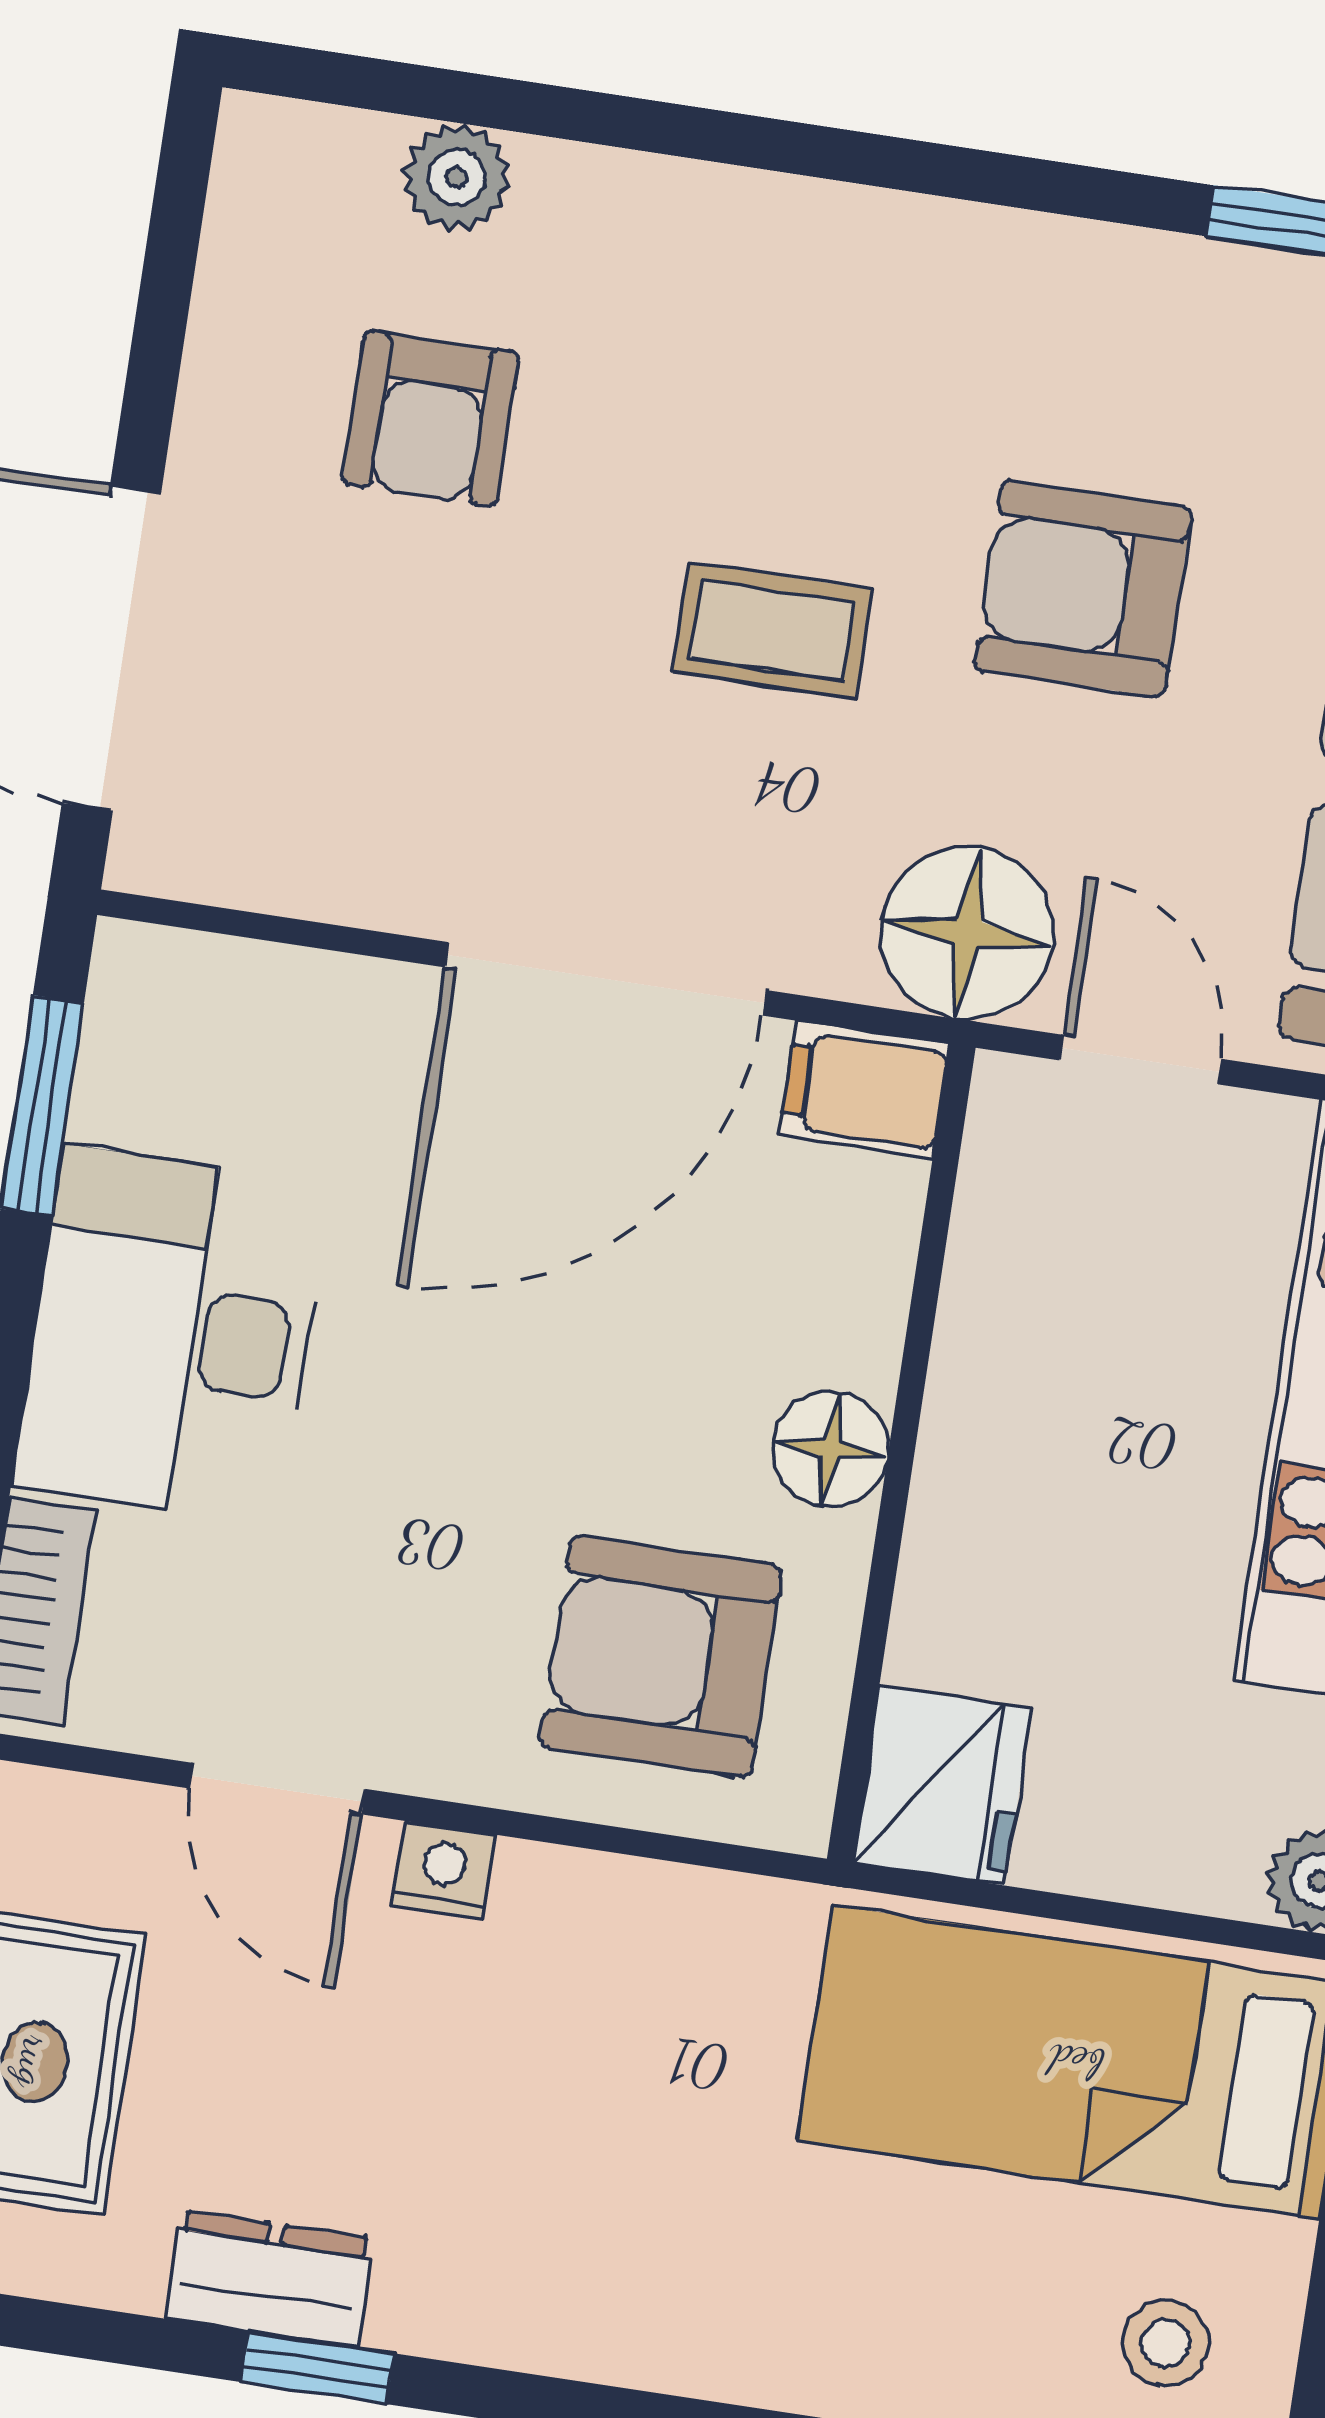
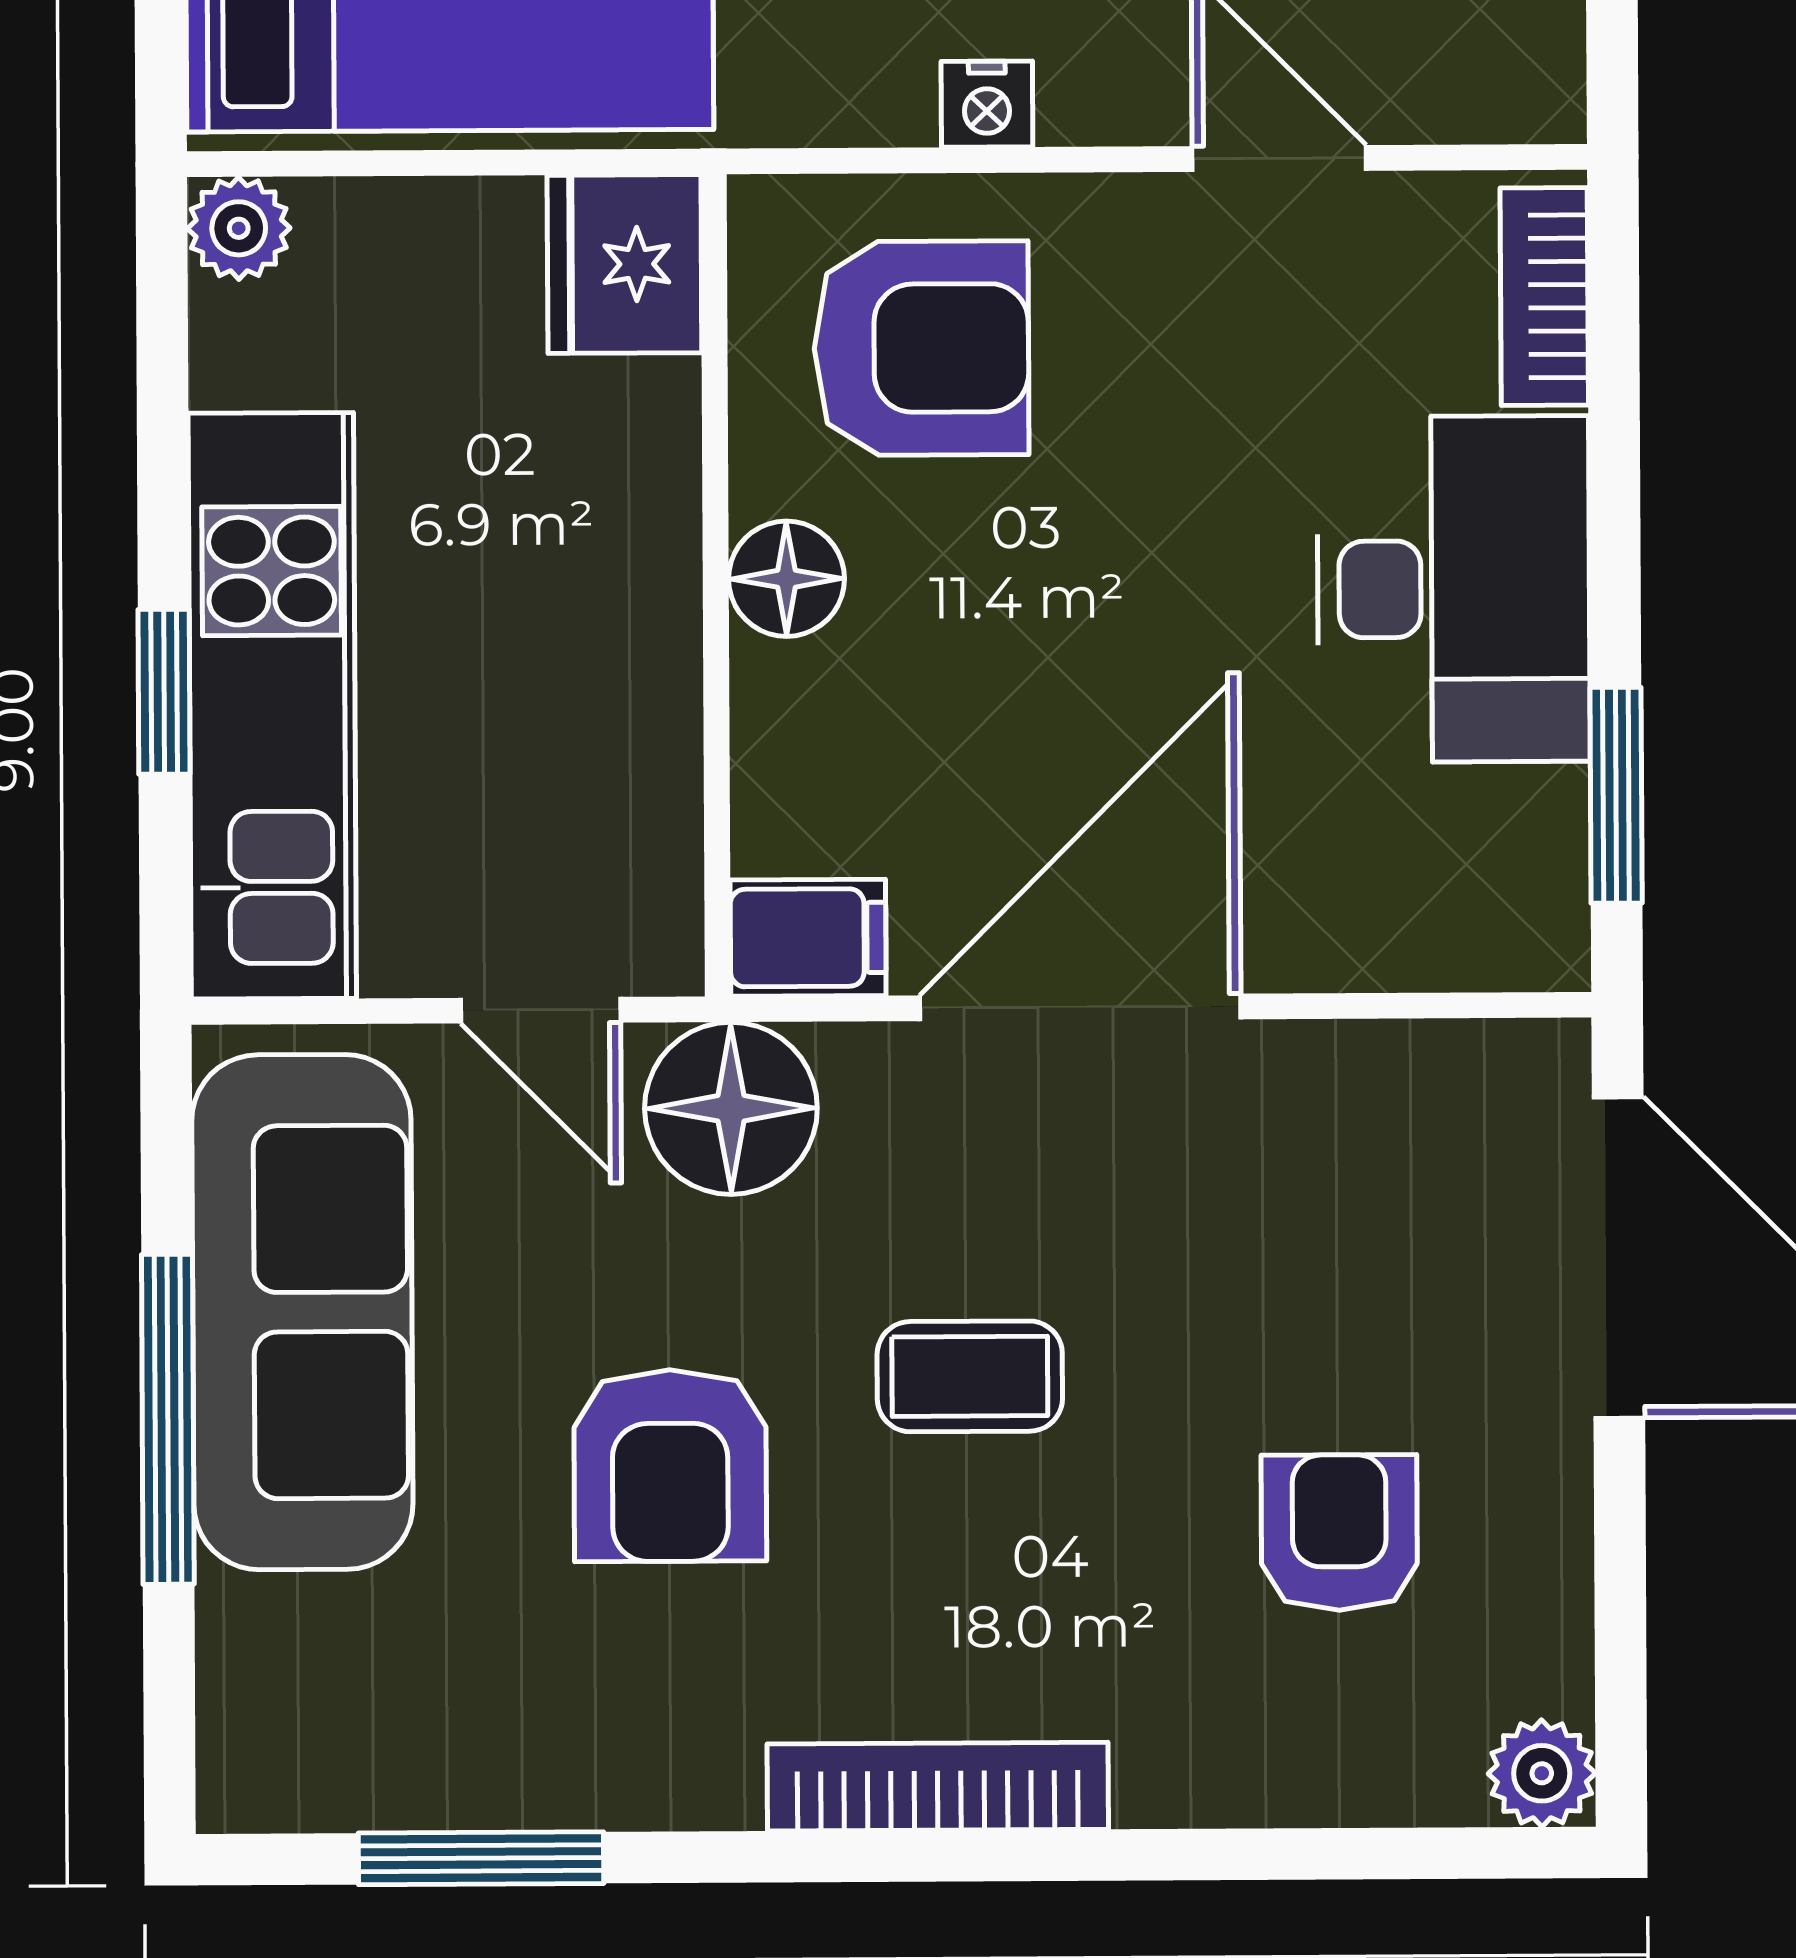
plant: (456, 177) -> (1542, 1773), moved
bookcase: (868, 229) -> (938, 1787), added
armchair: (1083, 589) -> (670, 1466), turned 90
nightstand: (444, 1870) -> (987, 104), moved

